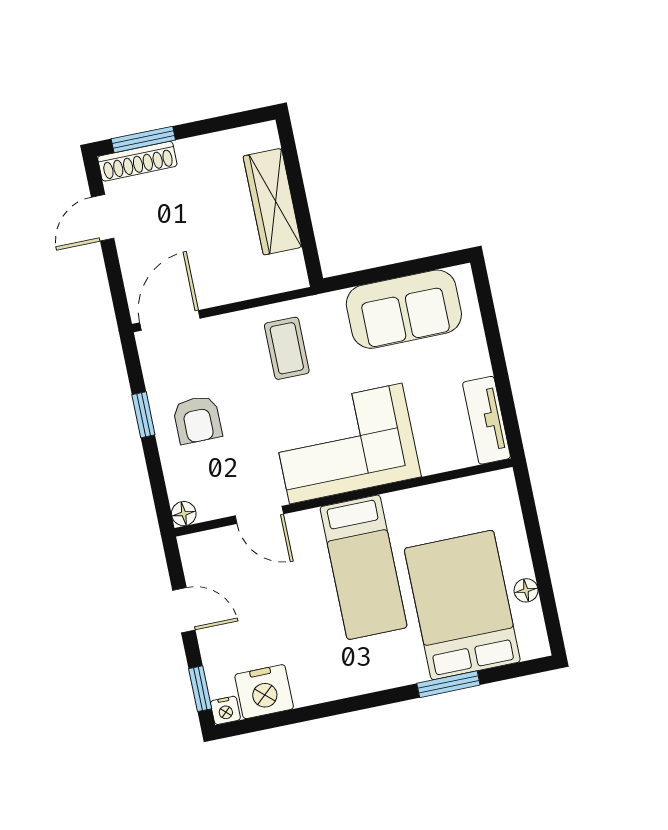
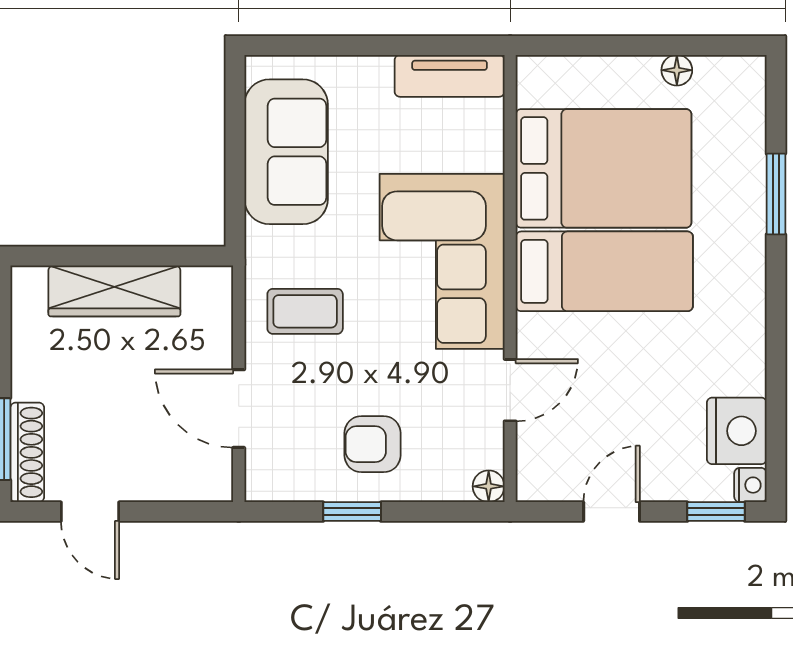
door: (170, 320) -> (239, 409), moved
armchair: (197, 420) -> (373, 444), turned 180
bed: (462, 605) -> (604, 168), moved, turned 180

